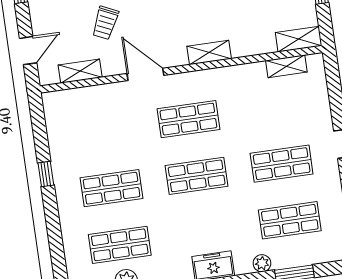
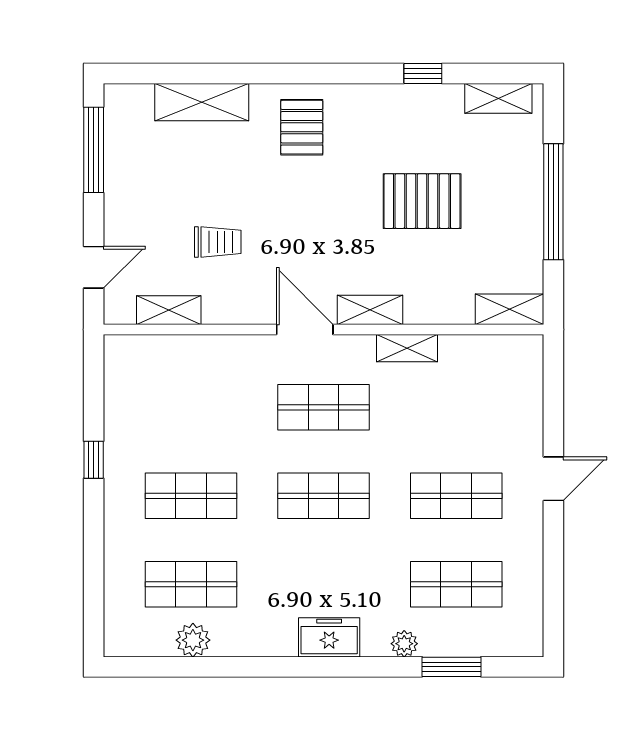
trolley: (105, 23) -> (218, 242), turned -115
shelving: (286, 66) -> (407, 348), moved
door: (145, 74) -> (305, 329), moved

